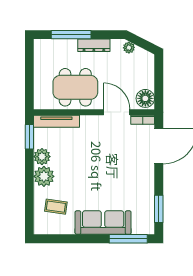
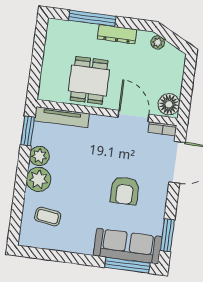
dining table: (75, 87) -> (89, 80), width x0.73
armchair: (118, 176) -> (125, 191), added
sofa: (103, 223) -> (128, 246), moved

